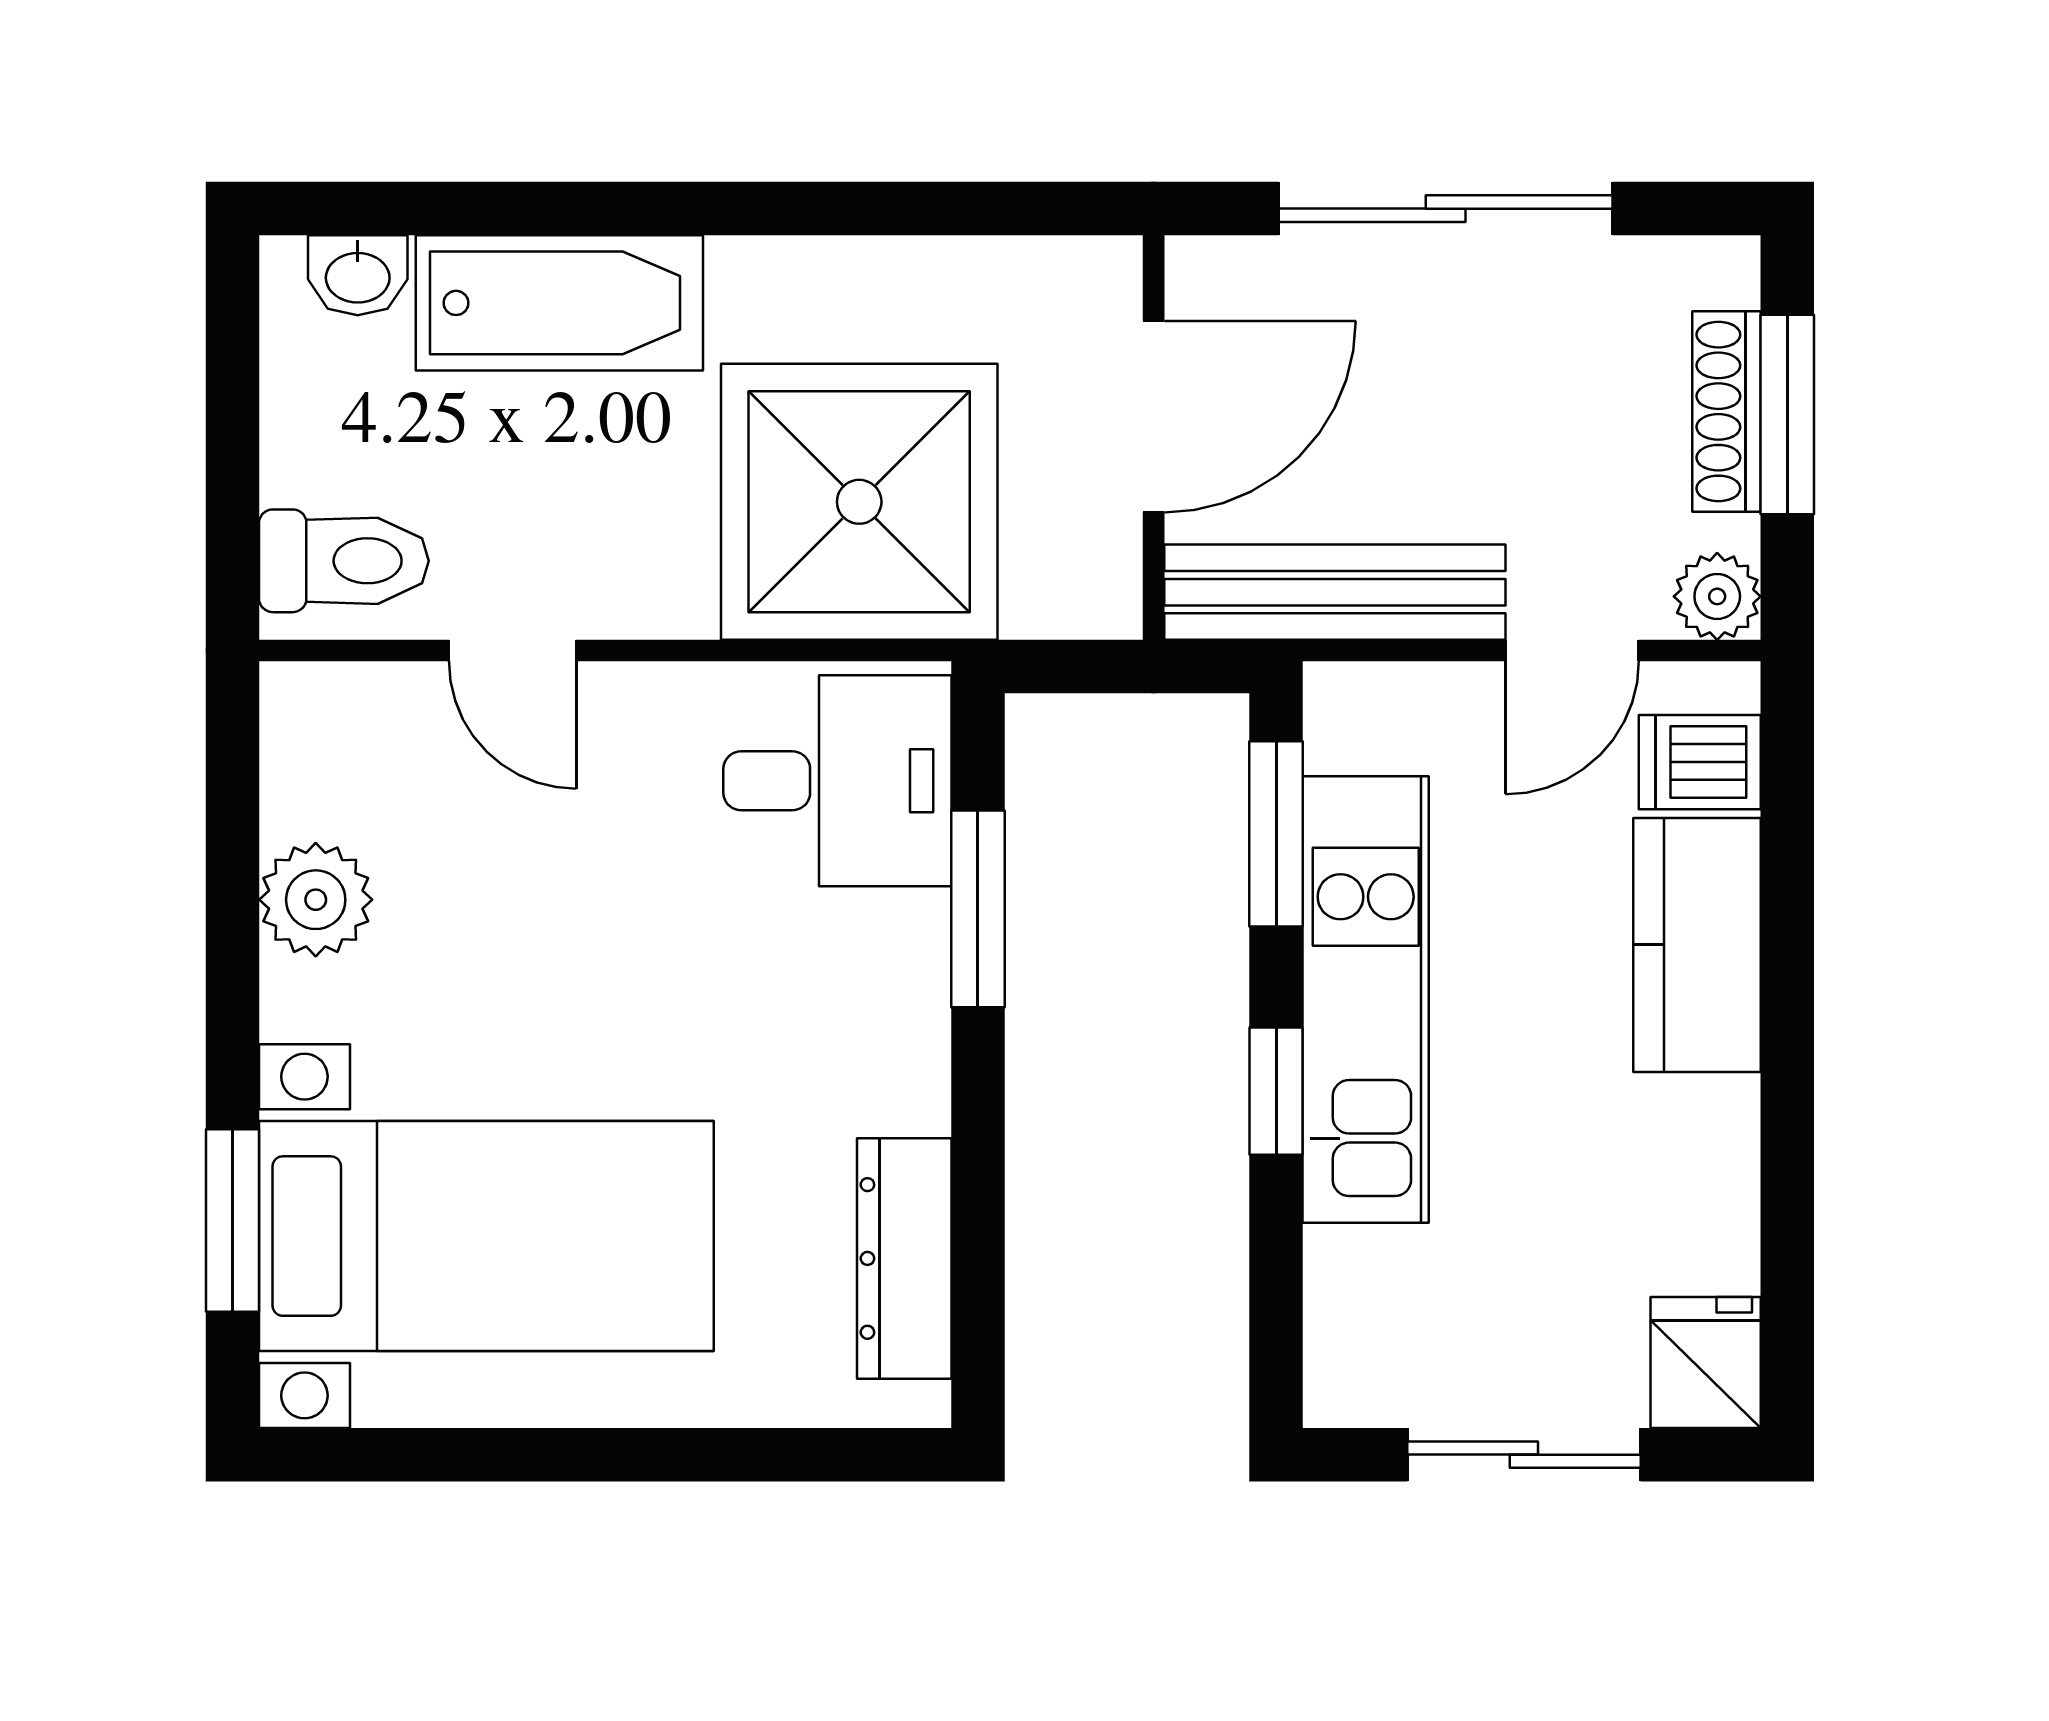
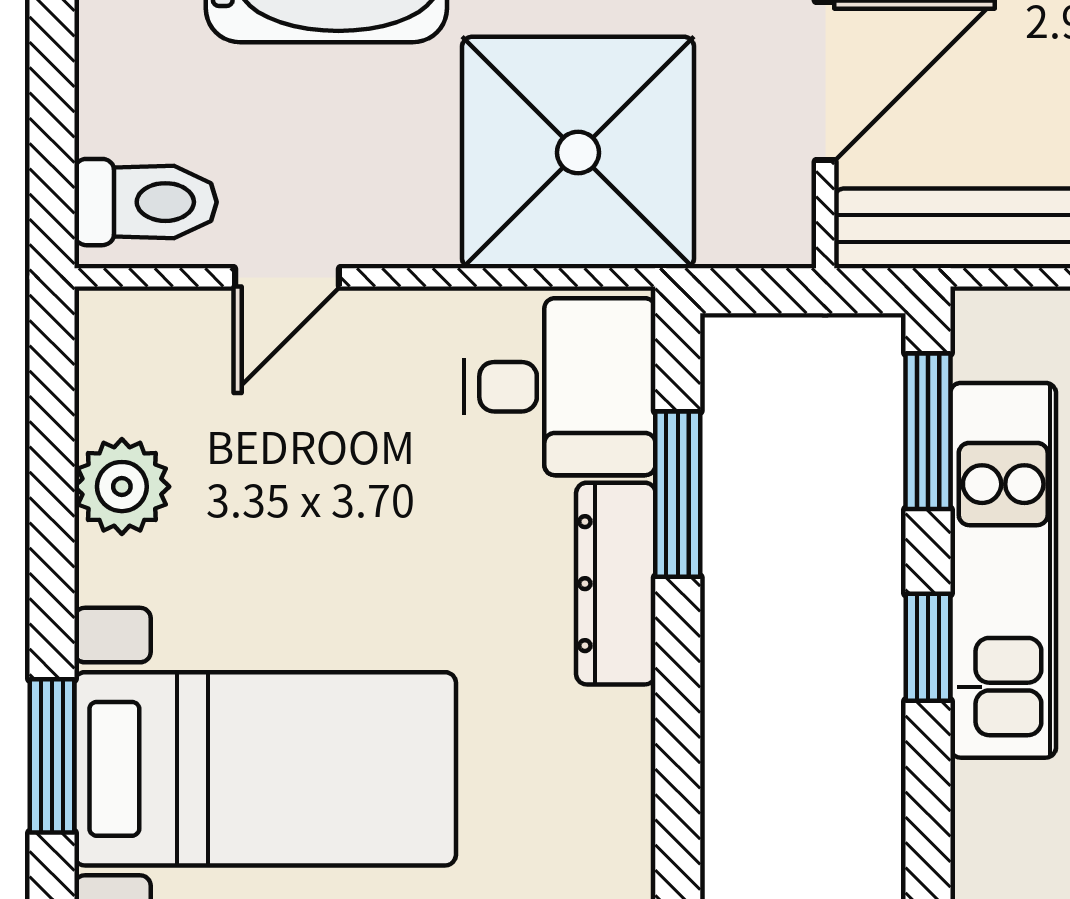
door: (512, 651) -> (287, 277), hinge flipped
dresser: (904, 1258) -> (616, 584), moved

